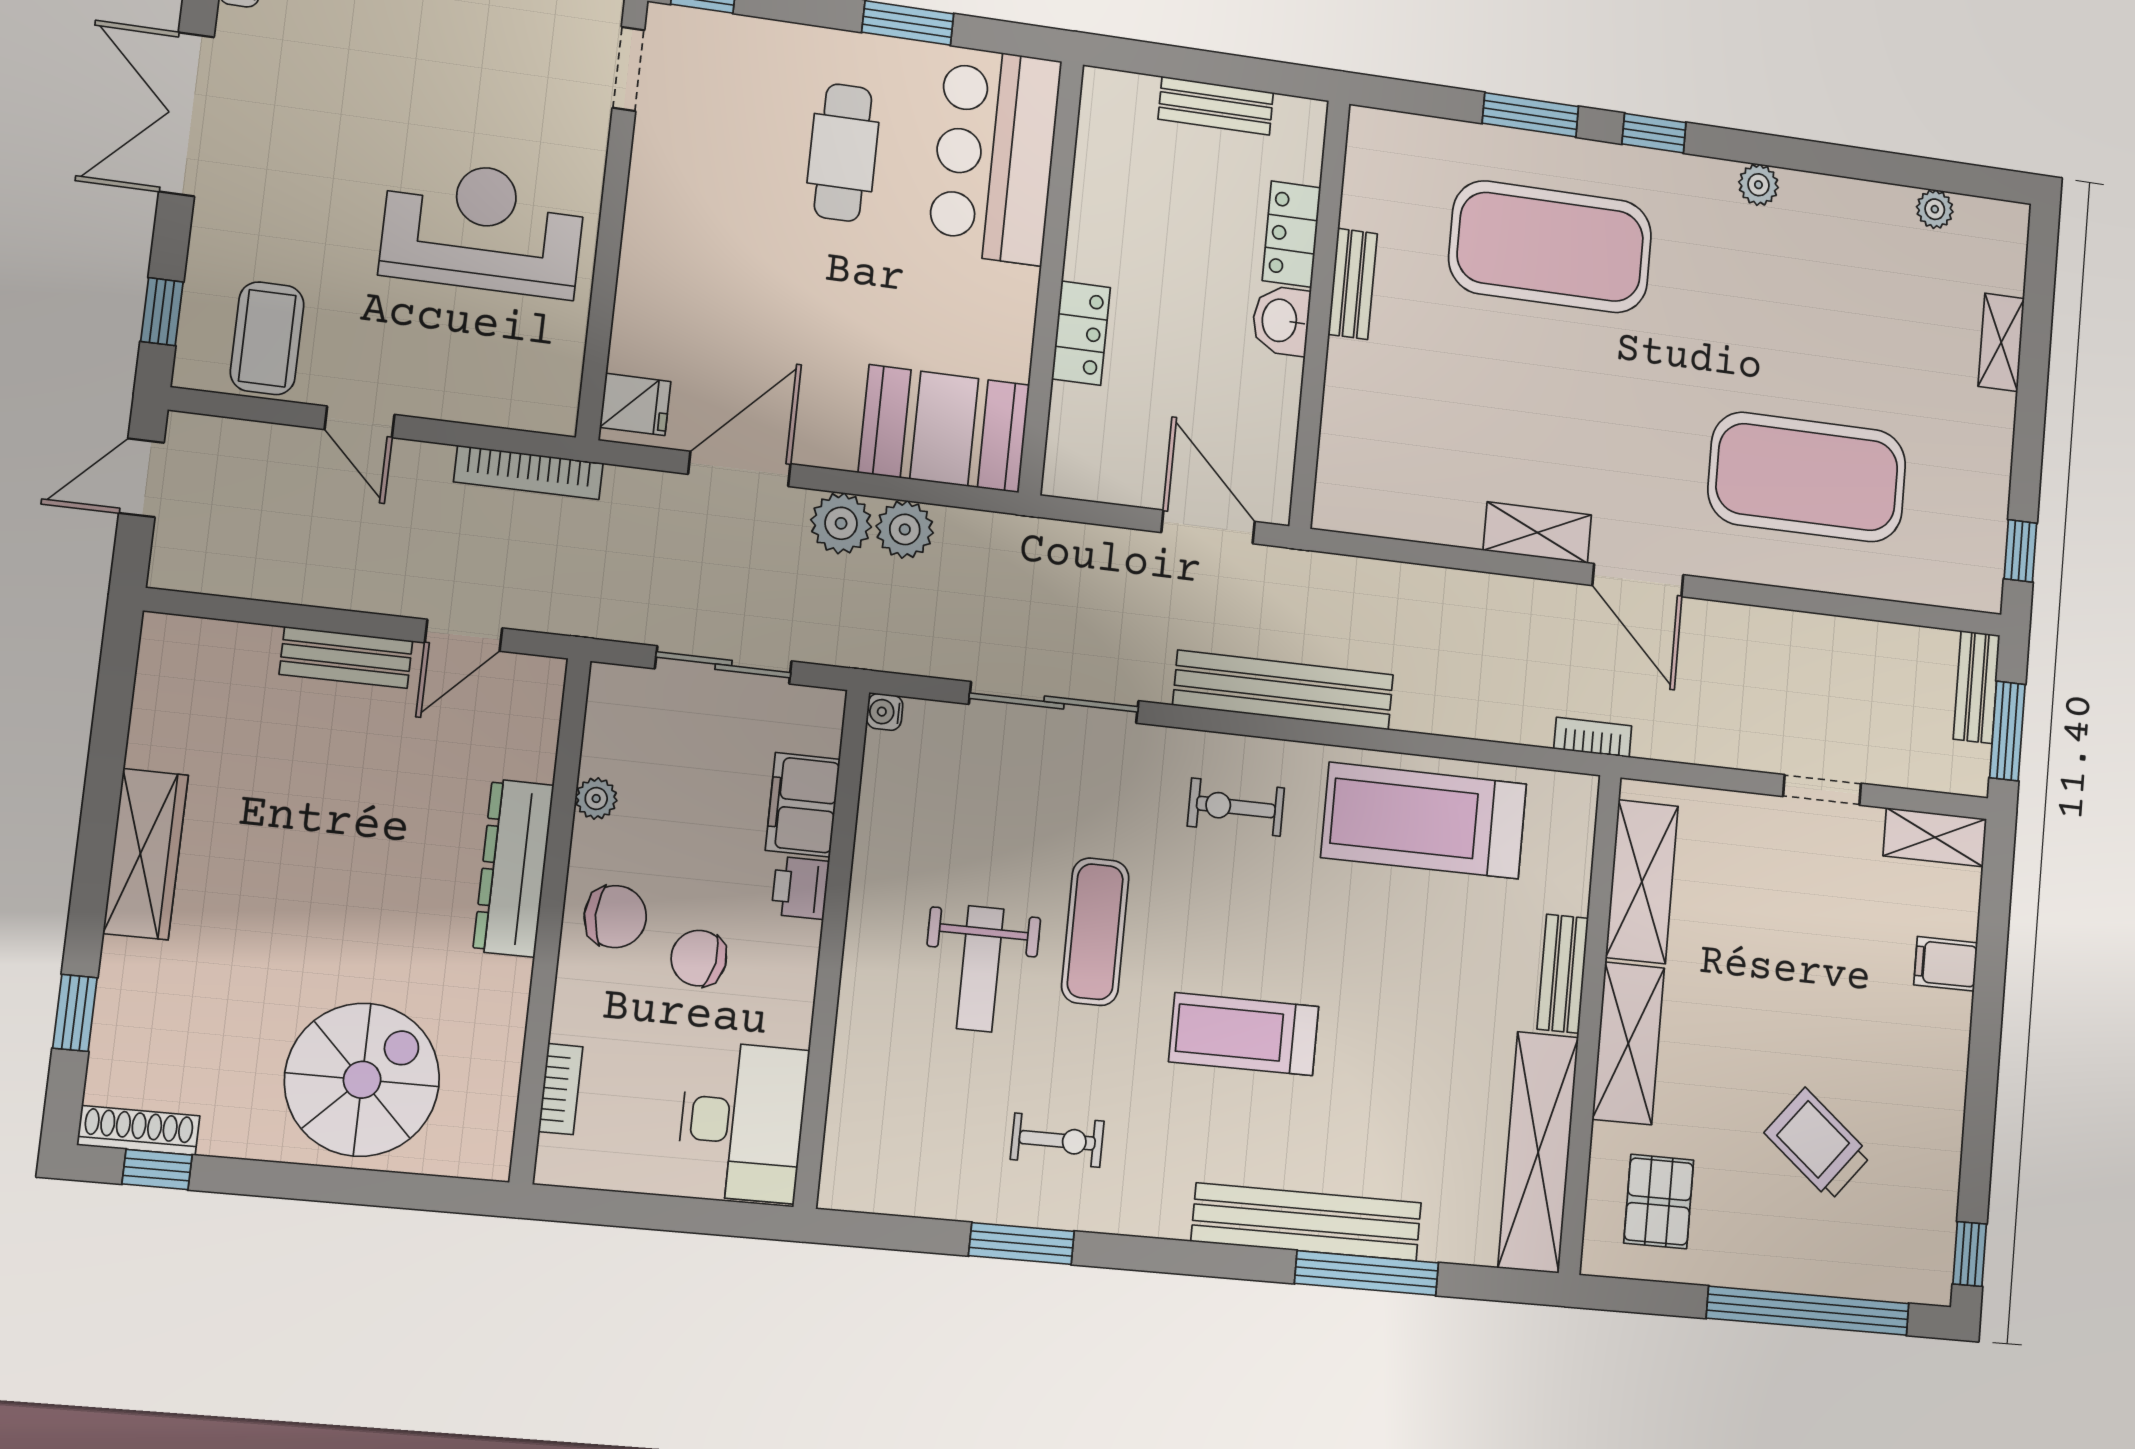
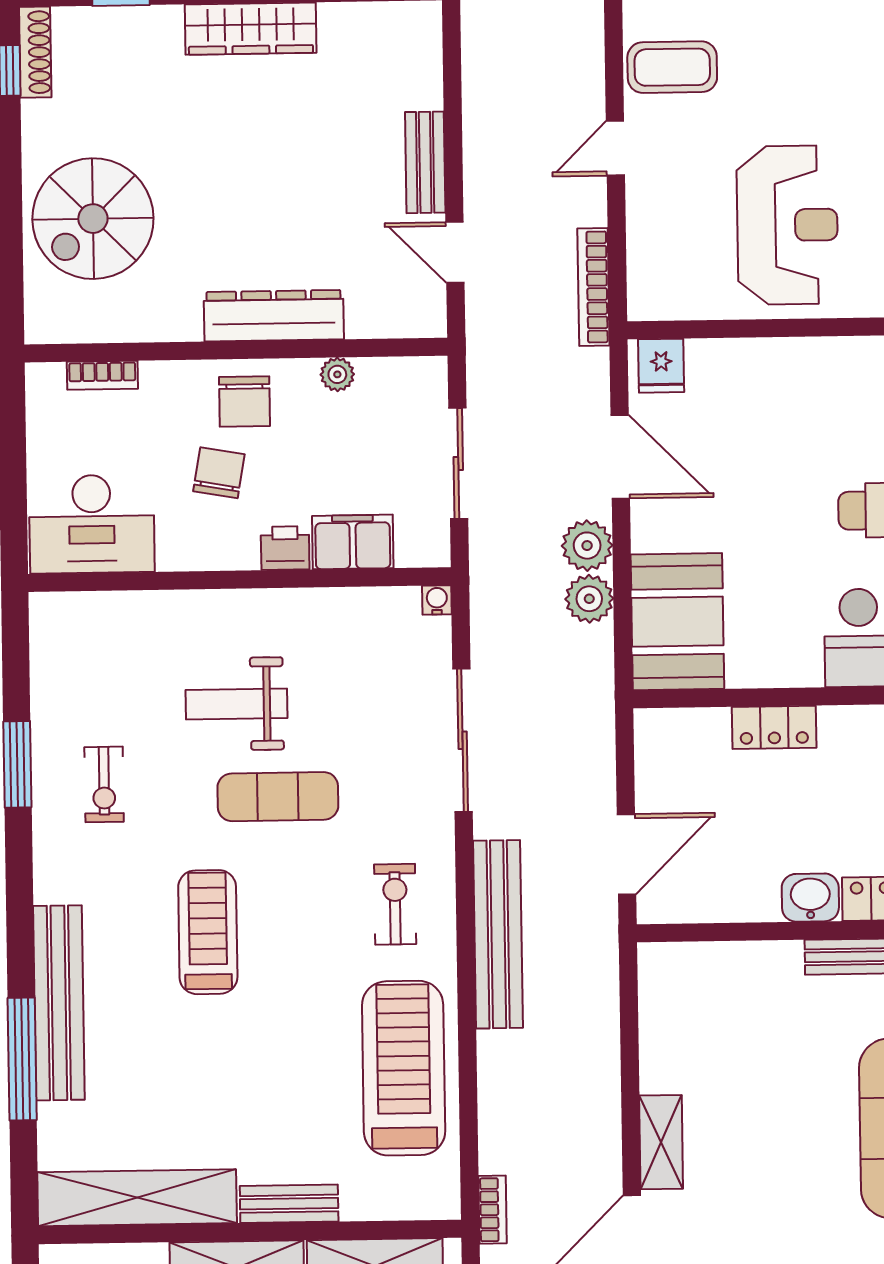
spiral stairs: (362, 1080) -> (93, 219), turned 90

